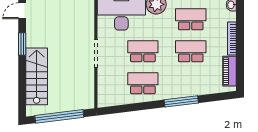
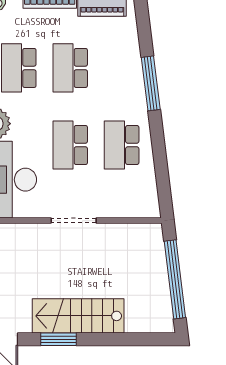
stairs: (37, 76) -> (78, 316), moved

